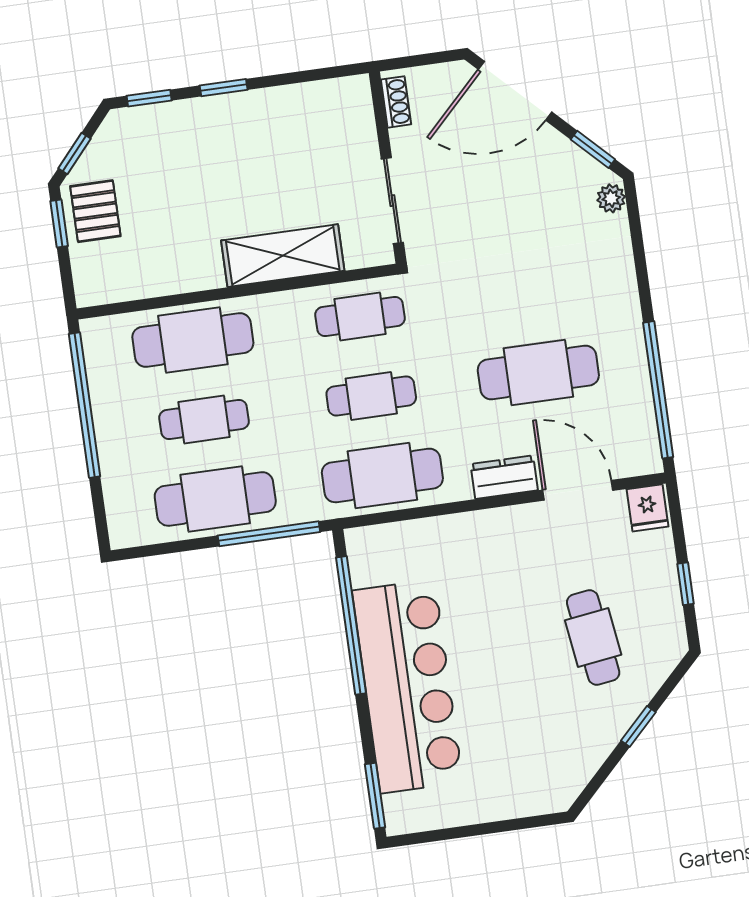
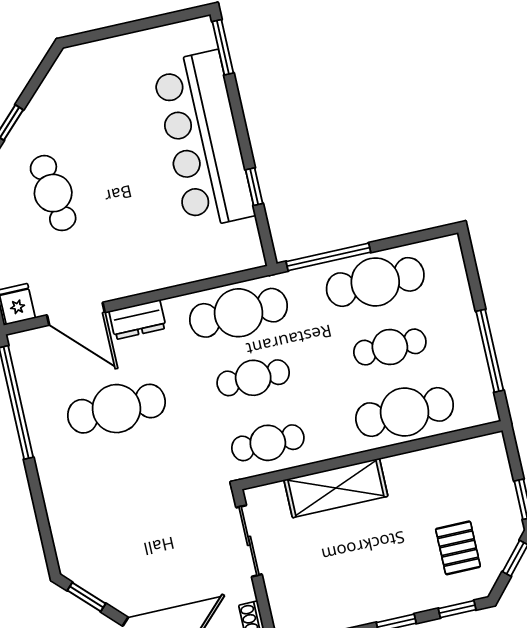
plant: (611, 198) -> (68, 558), removed
pallet: (95, 211) -> (458, 548), moved
window: (85, 405) -> (490, 351), width x0.68
window: (351, 625) -> (254, 187), width x0.32

